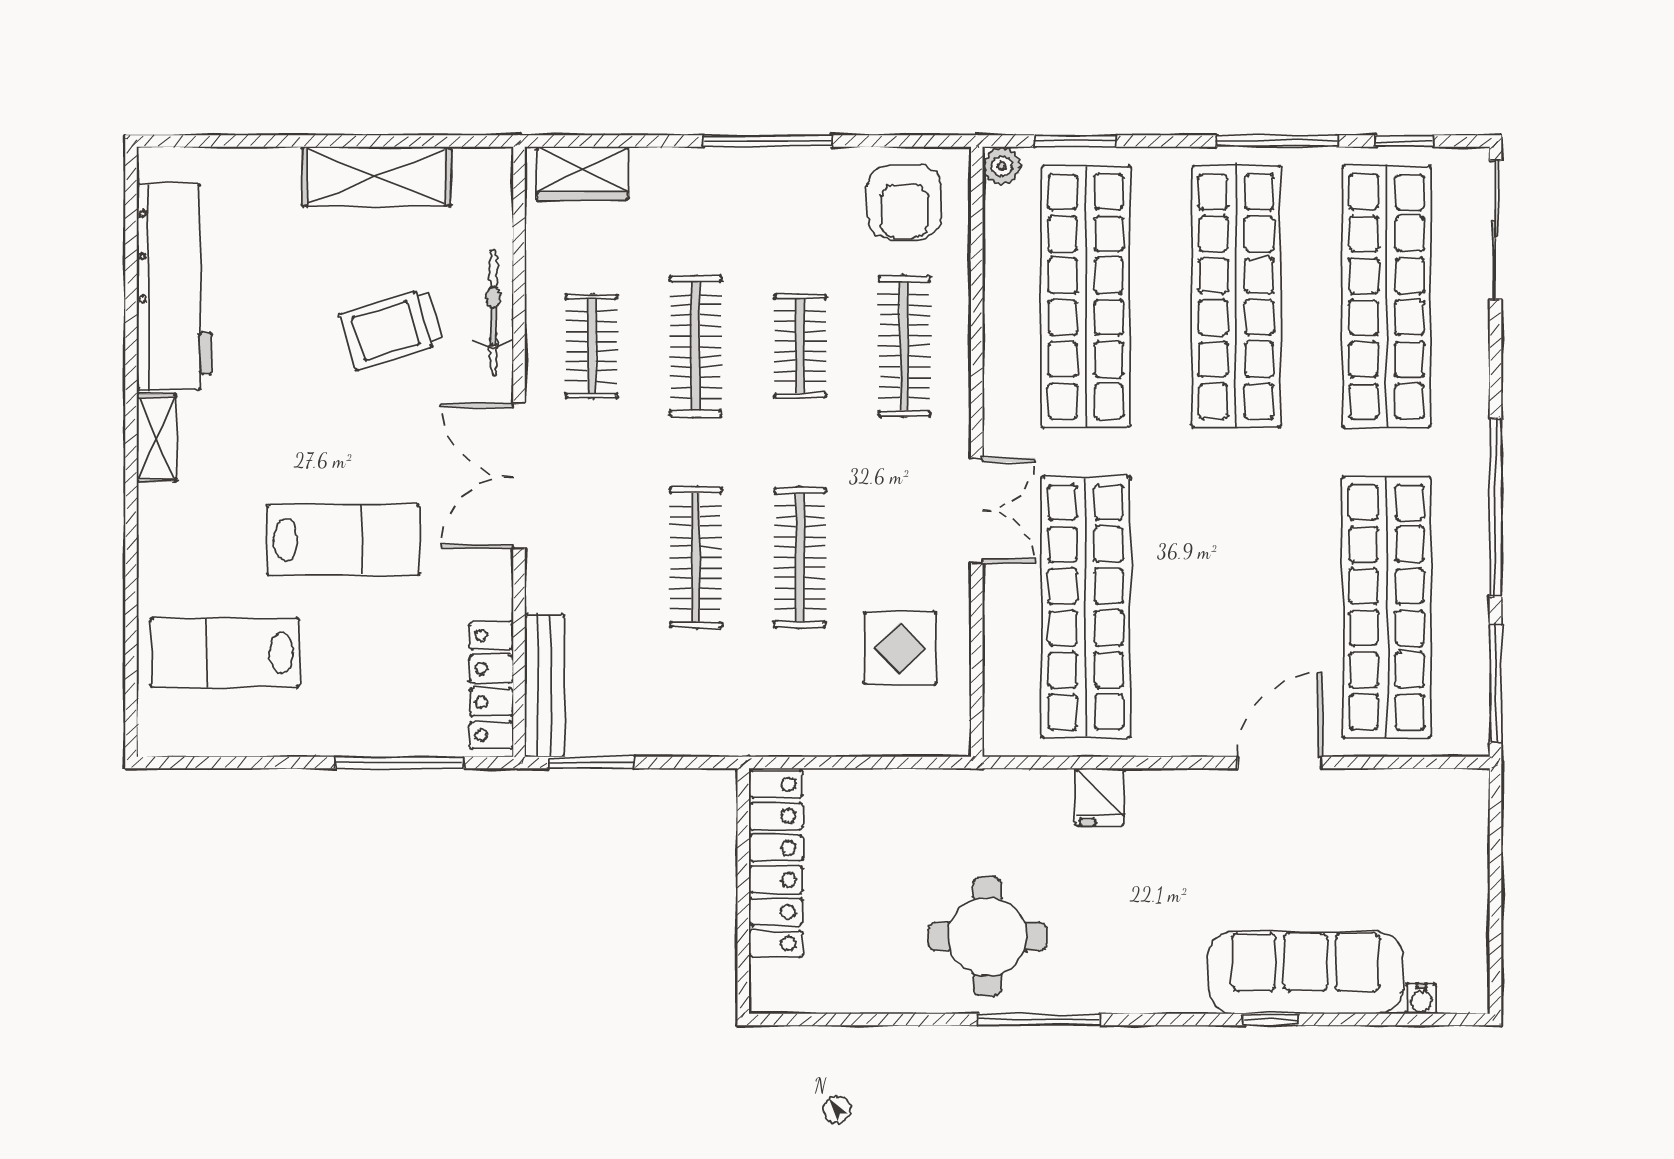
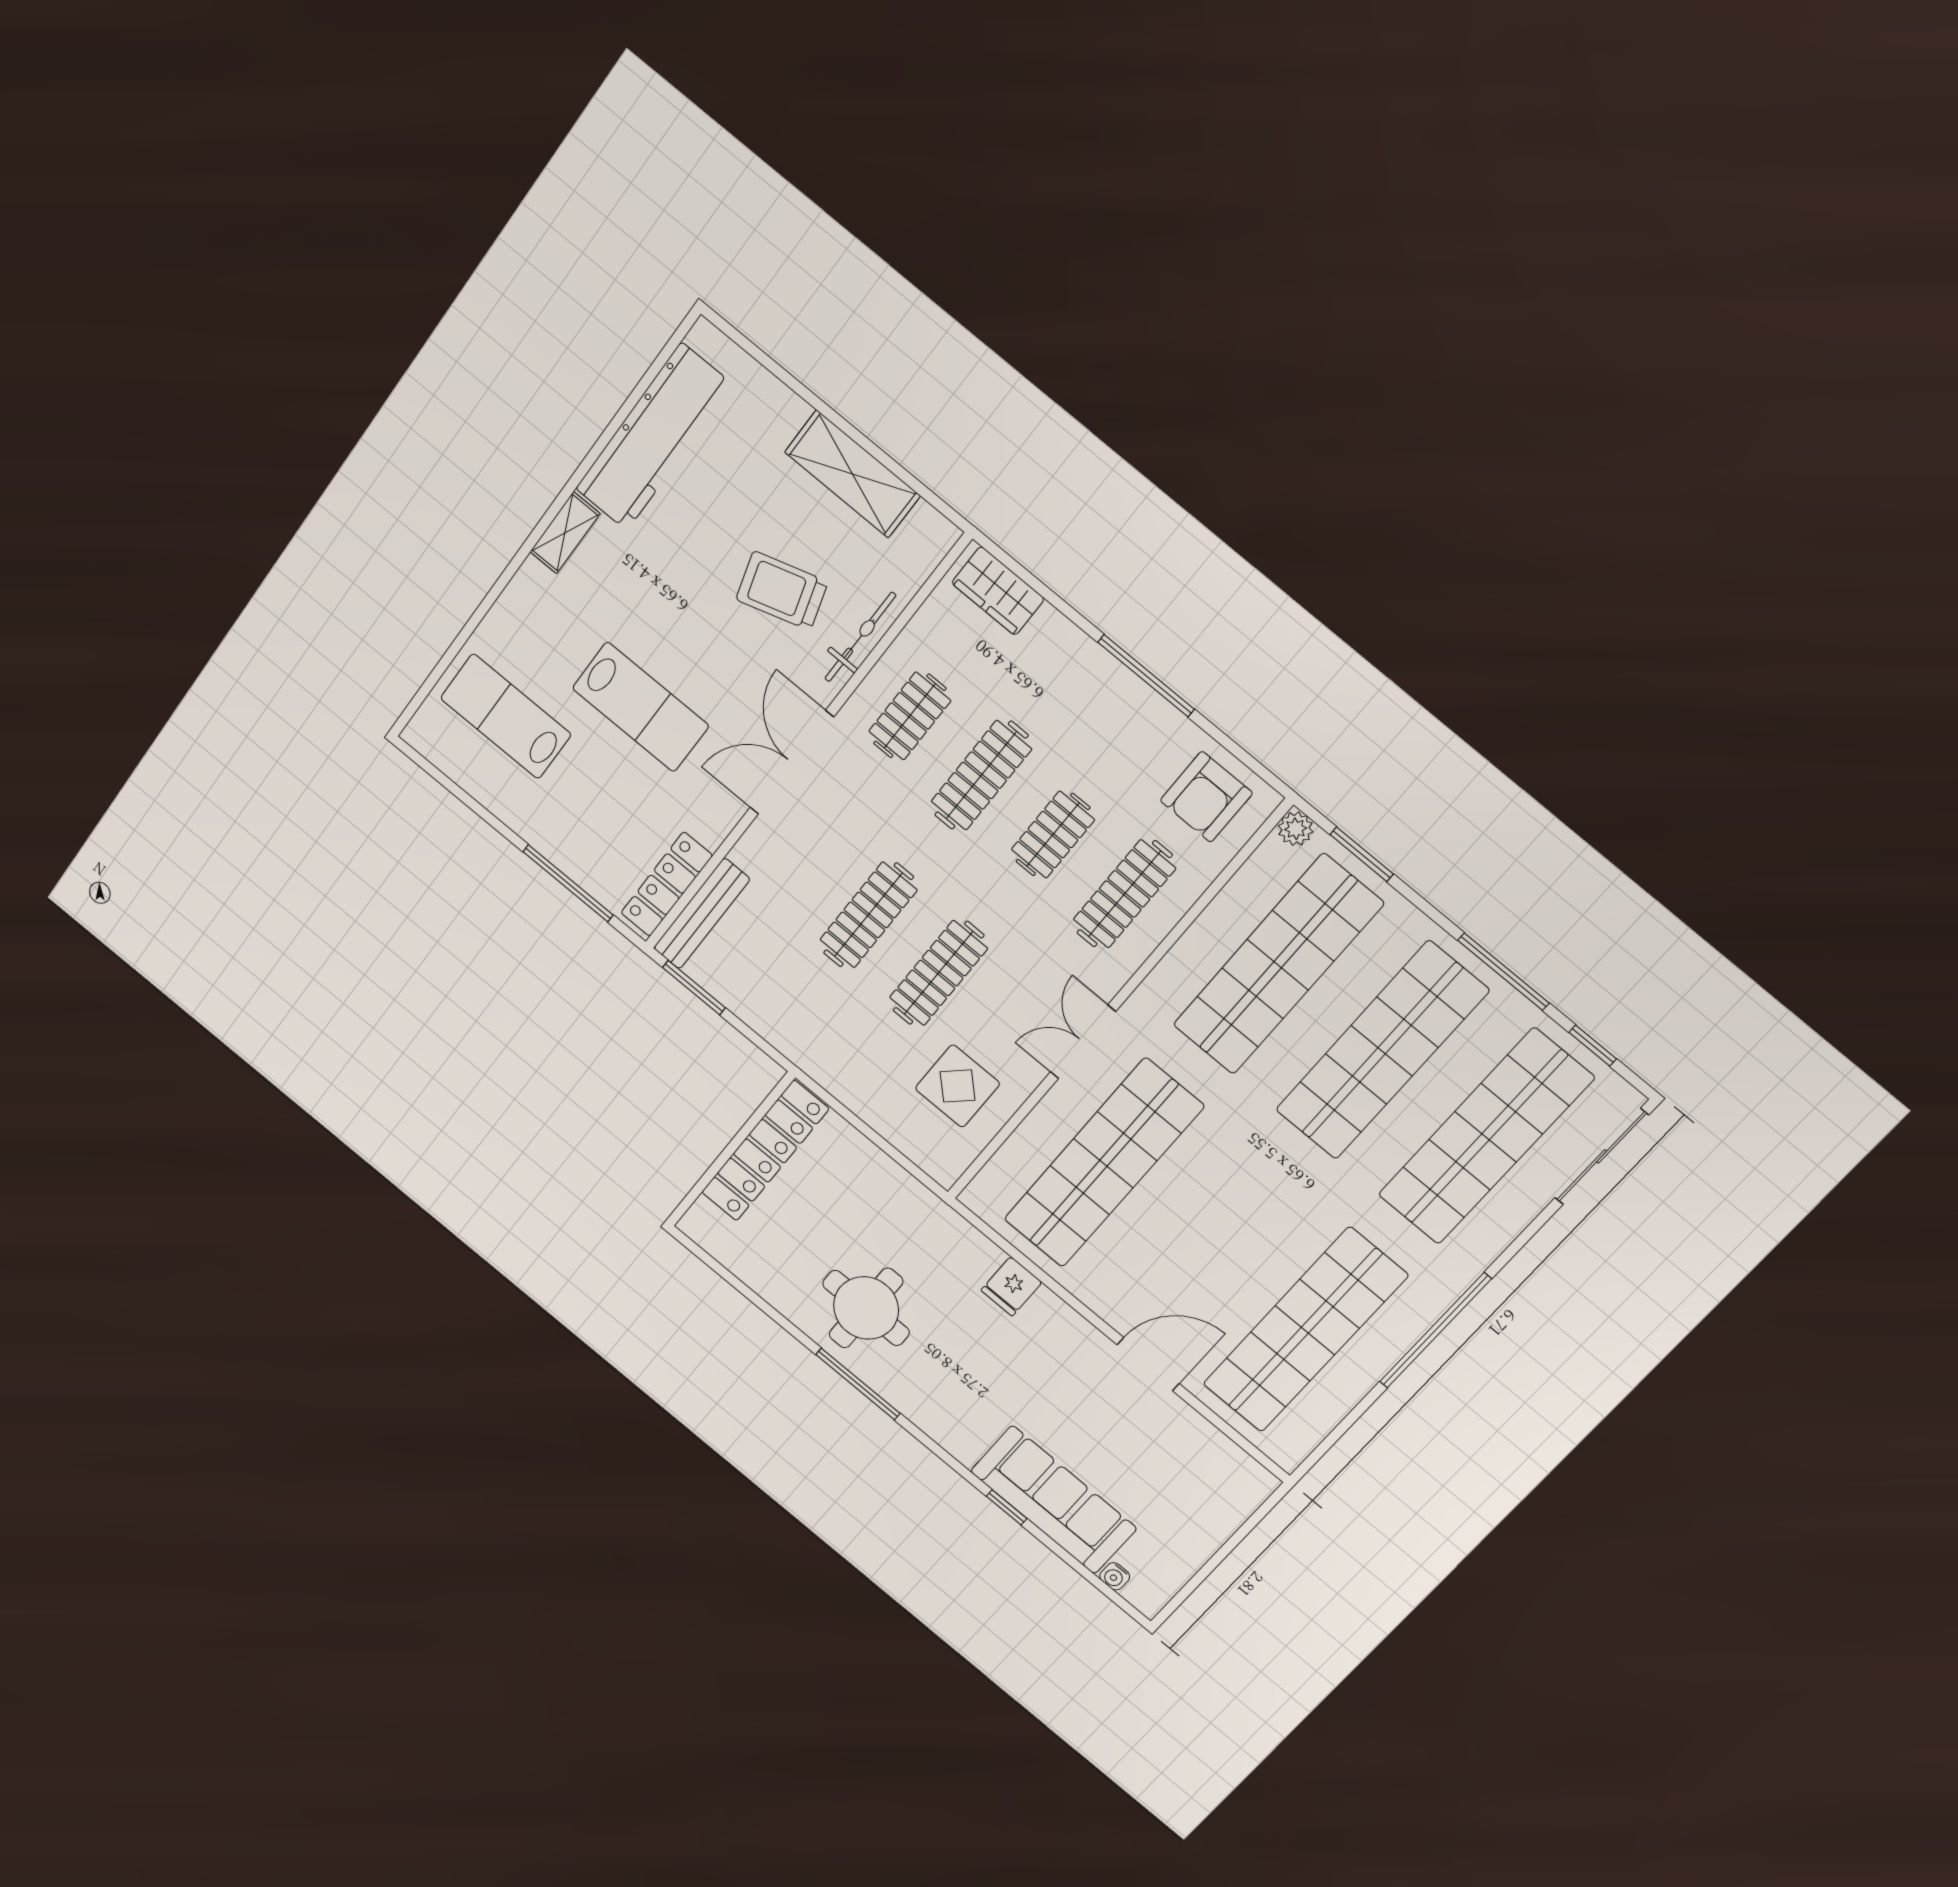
double door: (977, 511) -> (1083, 1042), swing flipped
window: (1496, 683) -> (1335, 1436), removed

